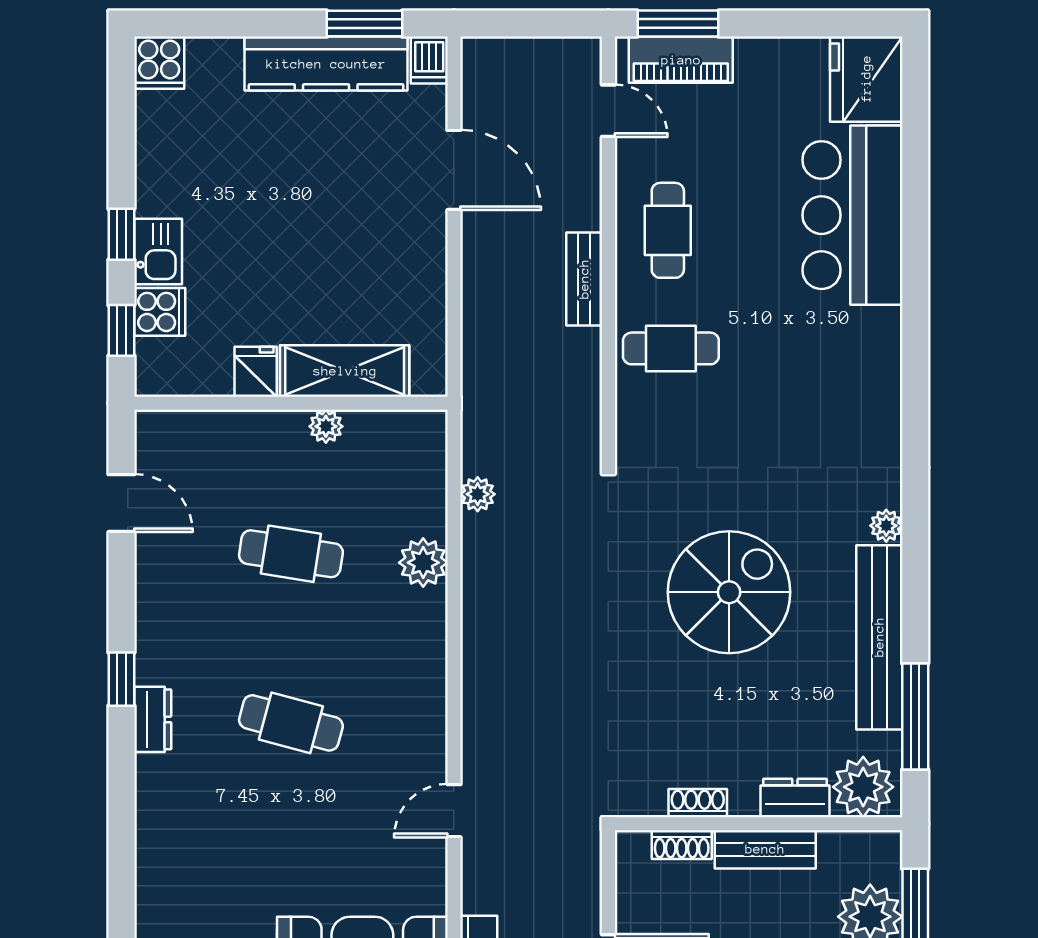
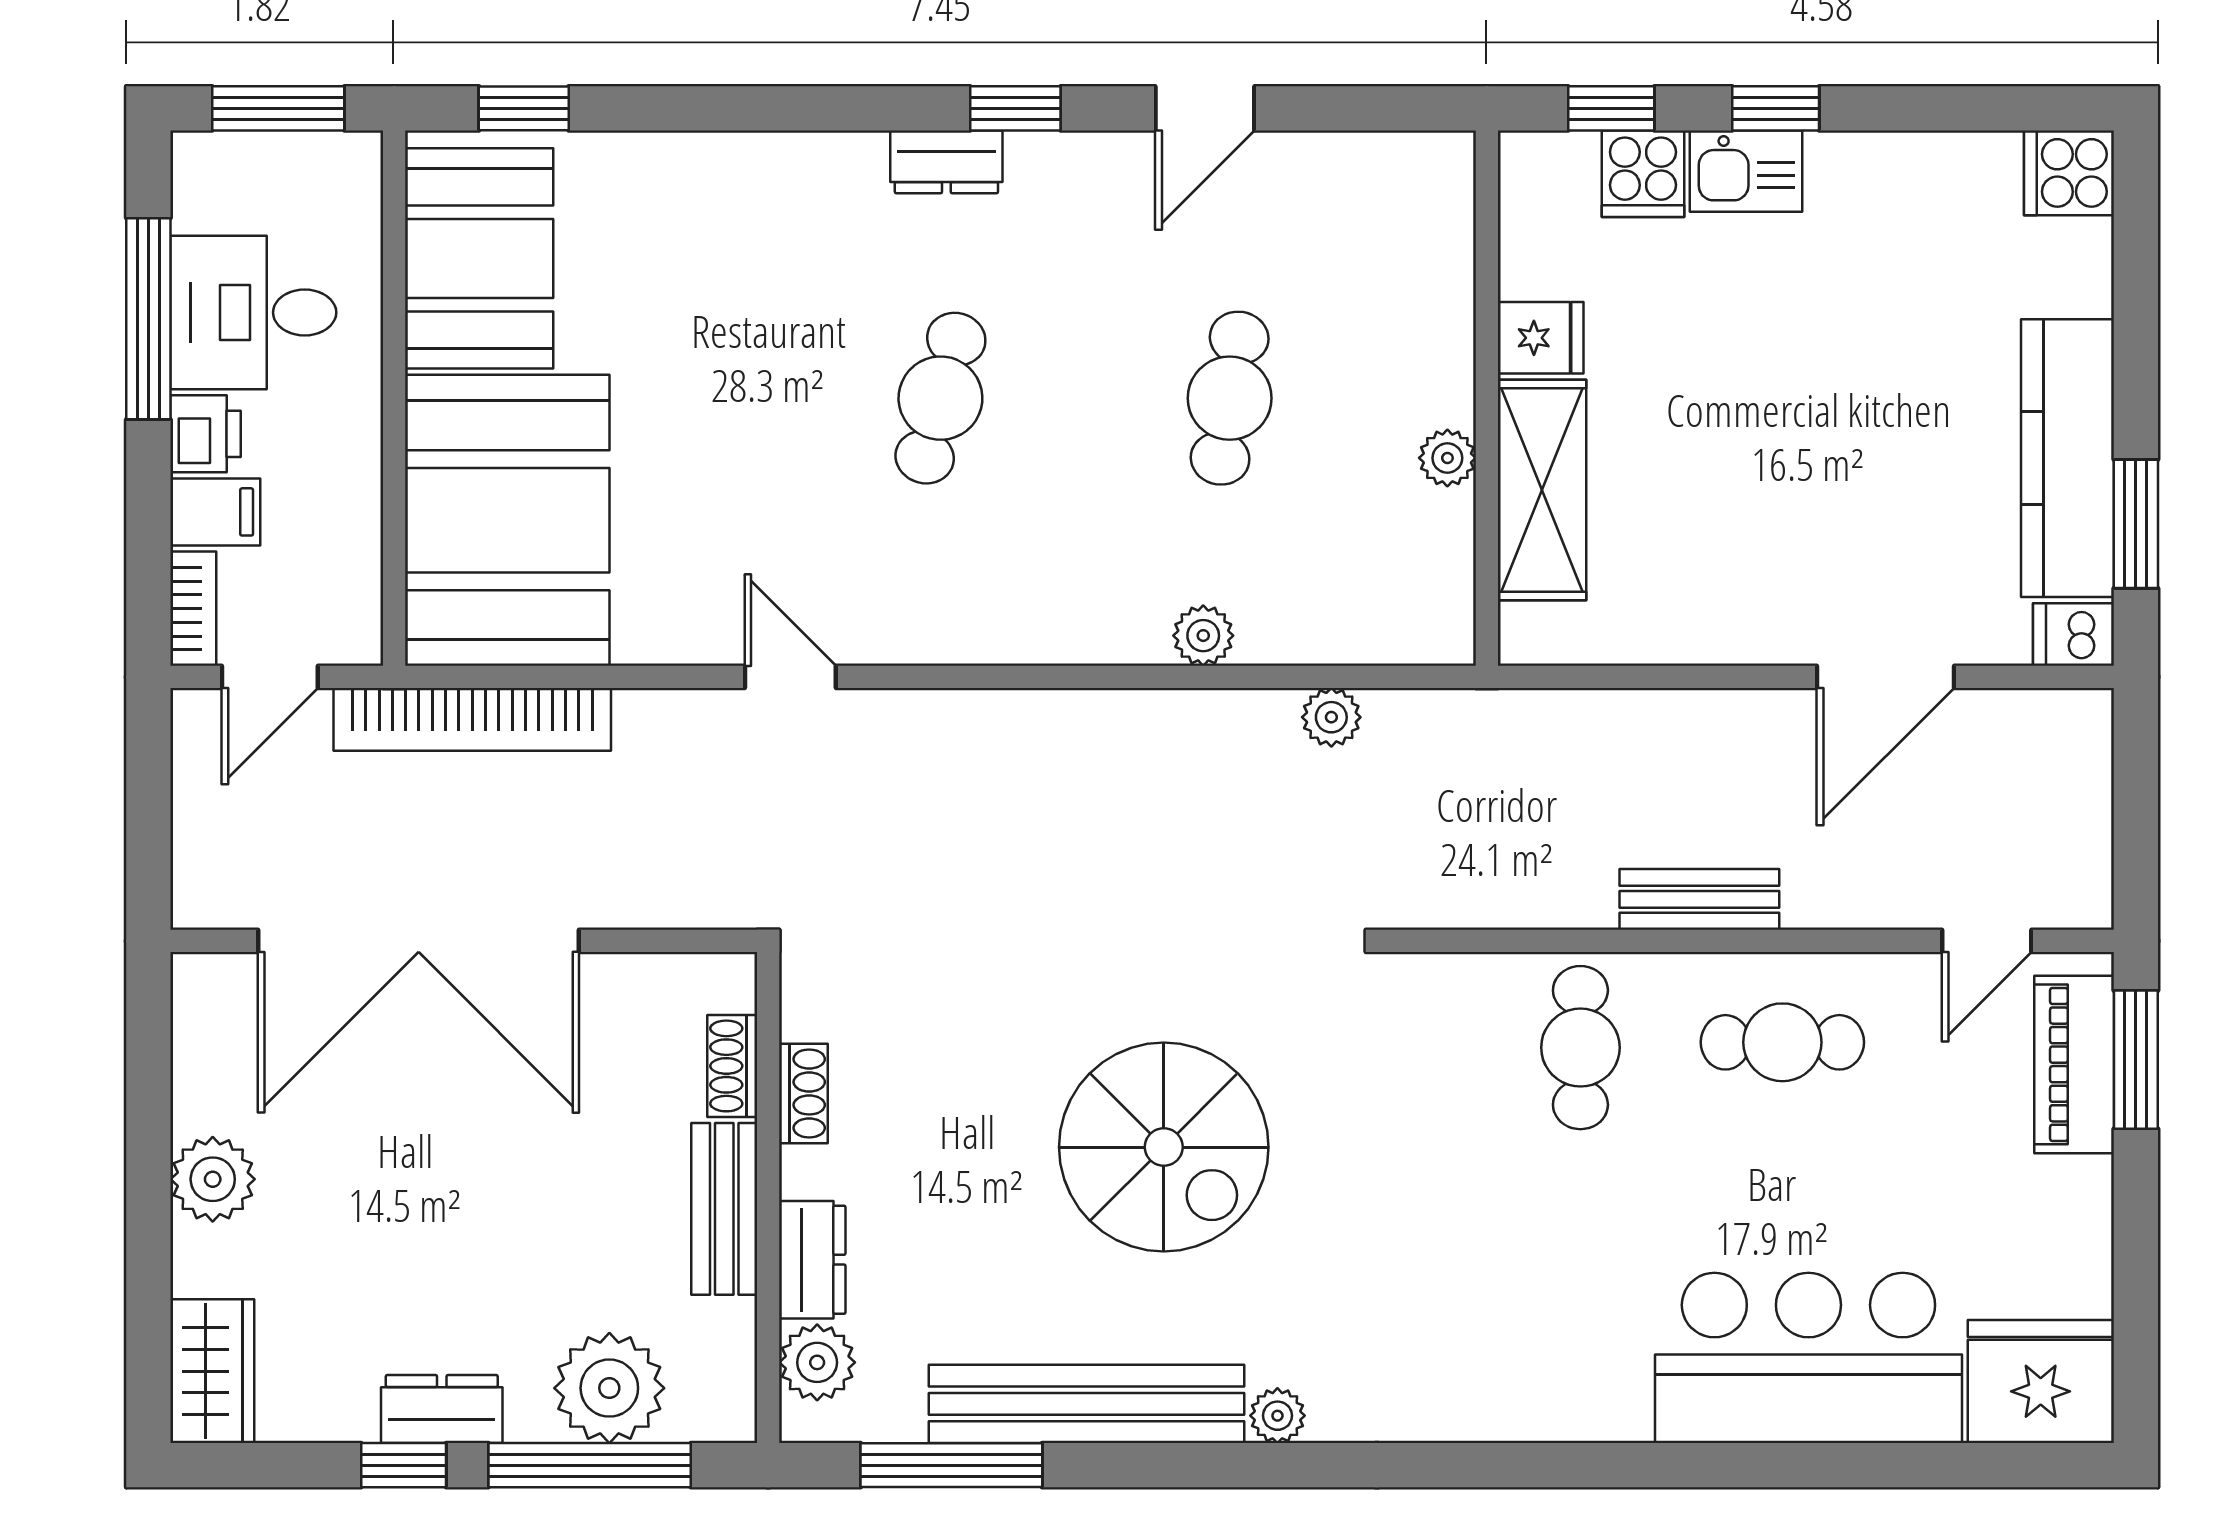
door: (121, 503) -> (1205, 108), moved
plant: (423, 563) -> (1203, 636), width x0.73, depth x0.73
plant: (863, 787) -> (817, 1362), width x0.73, depth x0.73

